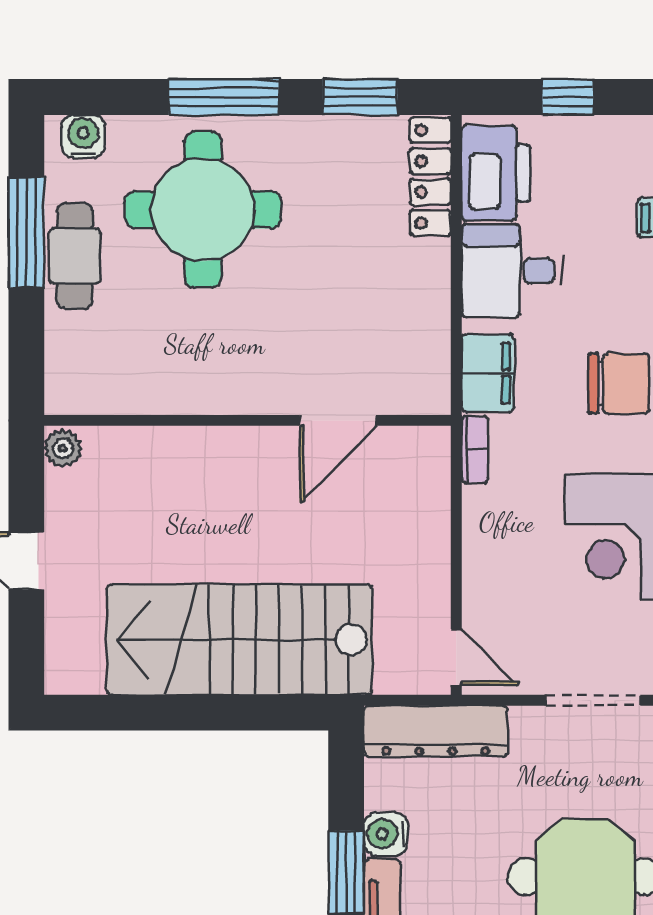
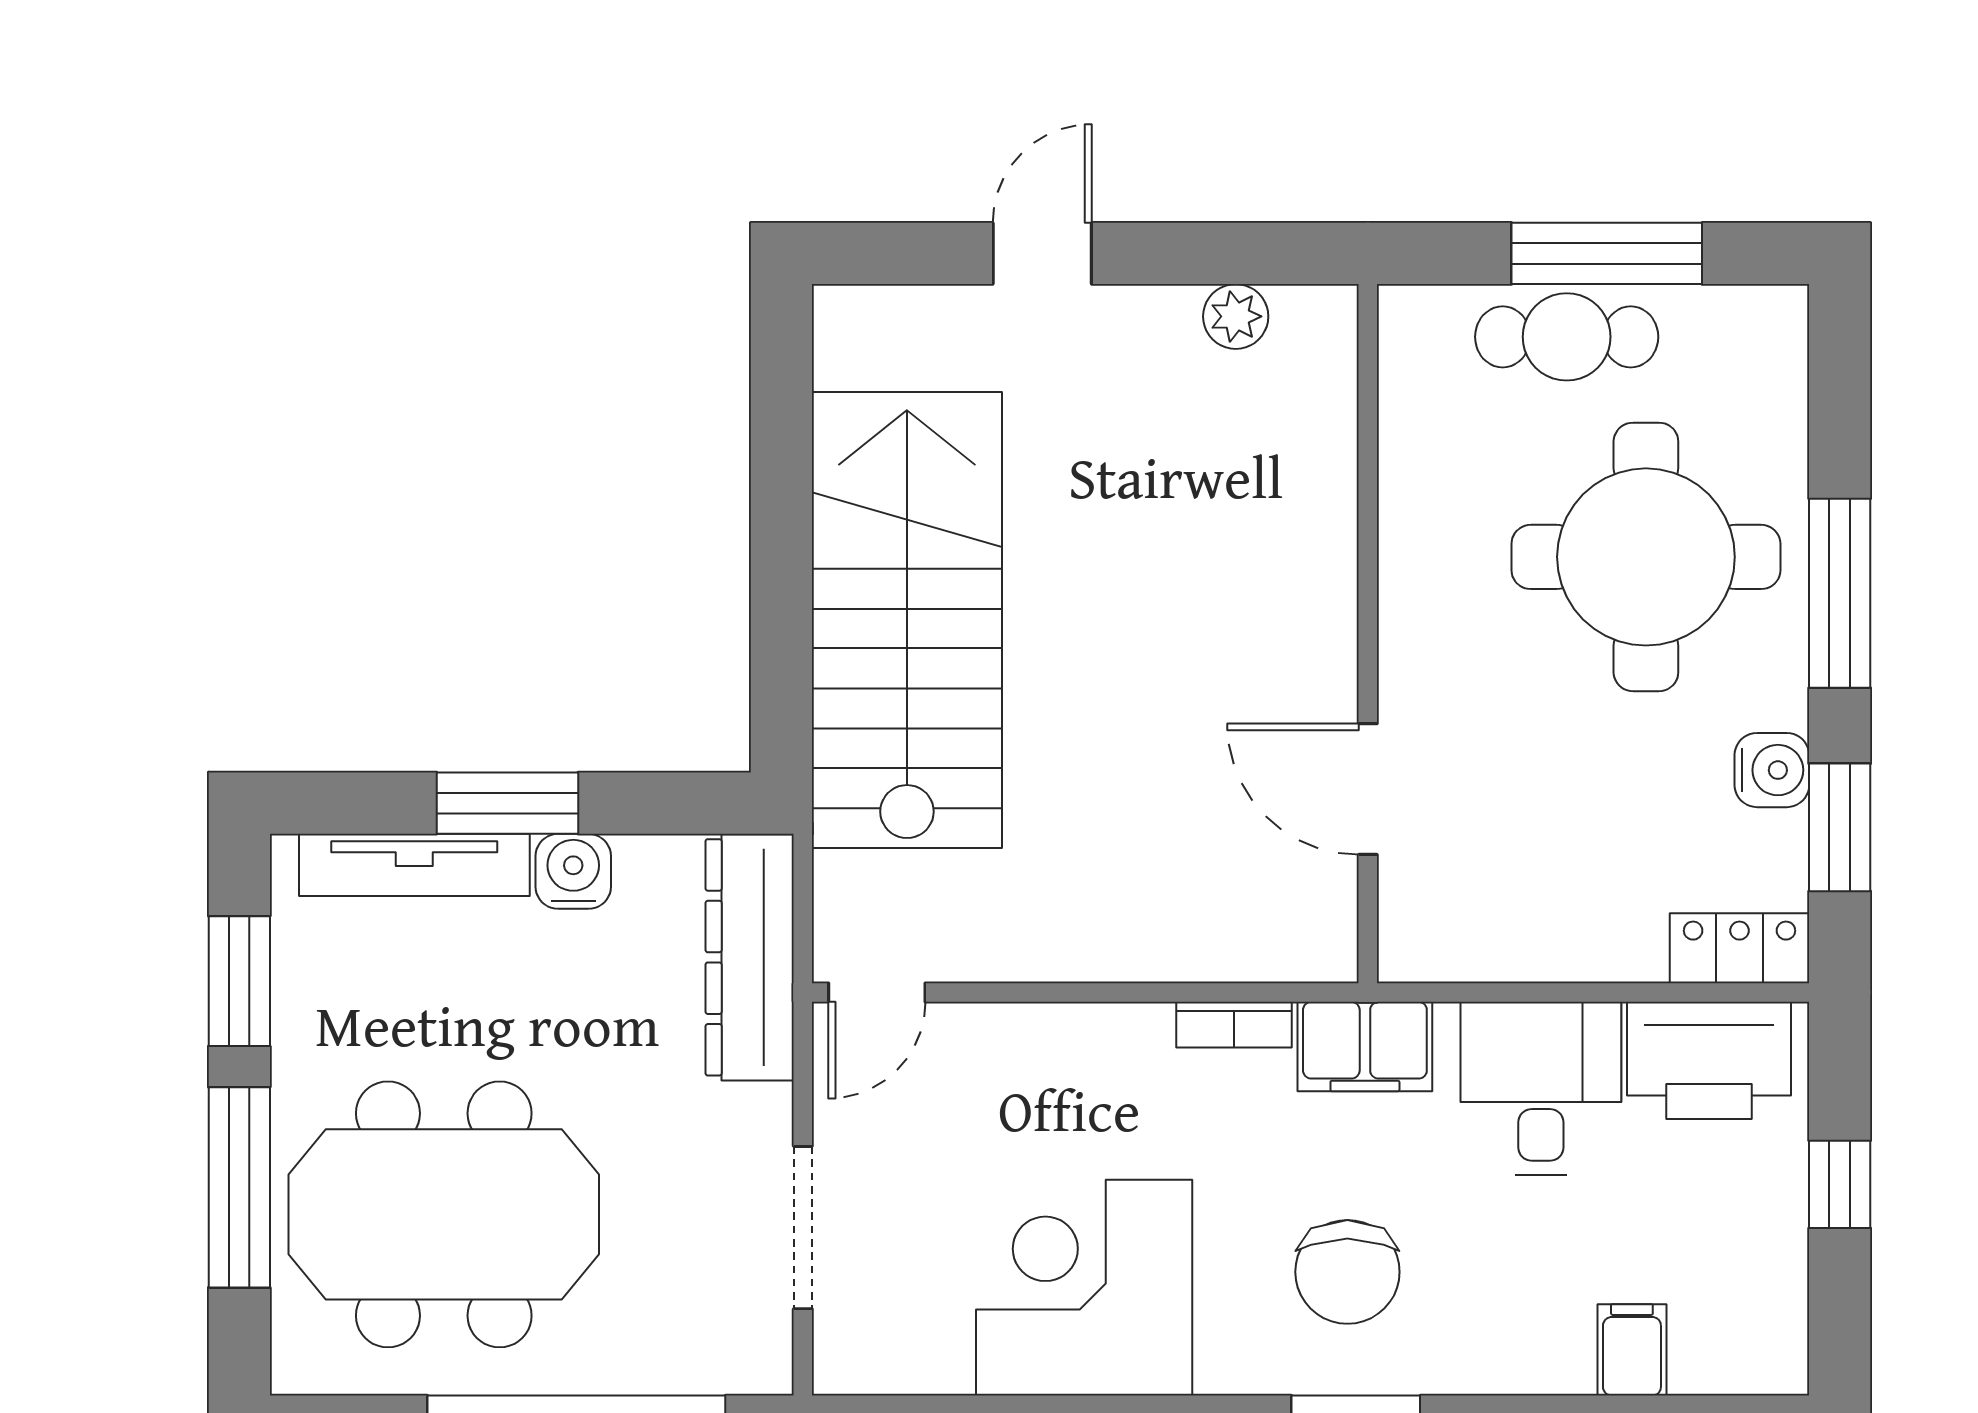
water cooler: (83, 136) -> (1772, 770), moved
locker: (430, 177) -> (1740, 948), width x0.66
wall: (247, 420) -> (1368, 634), moved
door: (338, 420) -> (1368, 789), moved

